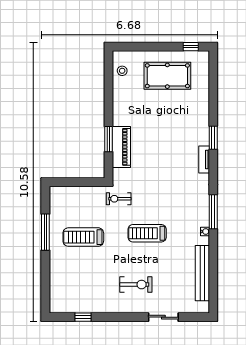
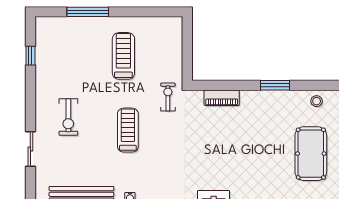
window: (109, 139) -> (275, 85), moved
piano: (121, 147) -> (222, 98), width x0.73, depth x0.75
window: (45, 232) -> (88, 12), moved

